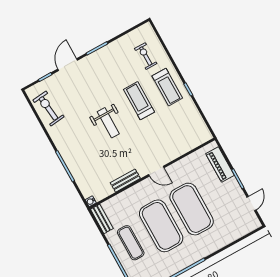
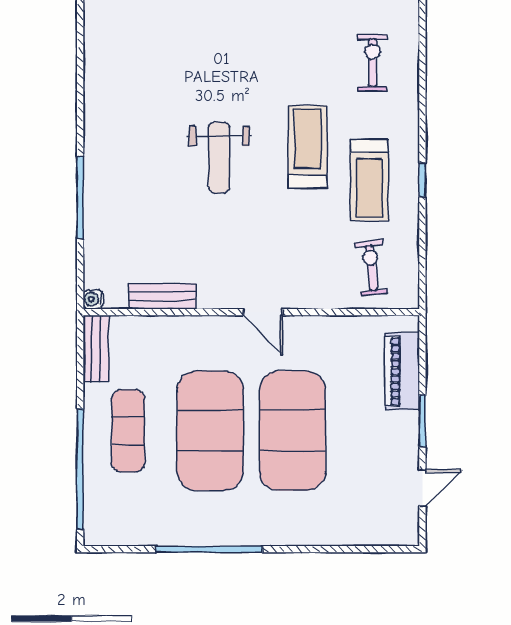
treadmill: (167, 87) -> (369, 180), moved
exercise bike: (48, 108) -> (371, 268), moved, width x0.73, depth x0.72
bench: (125, 181) -> (162, 296), moved

